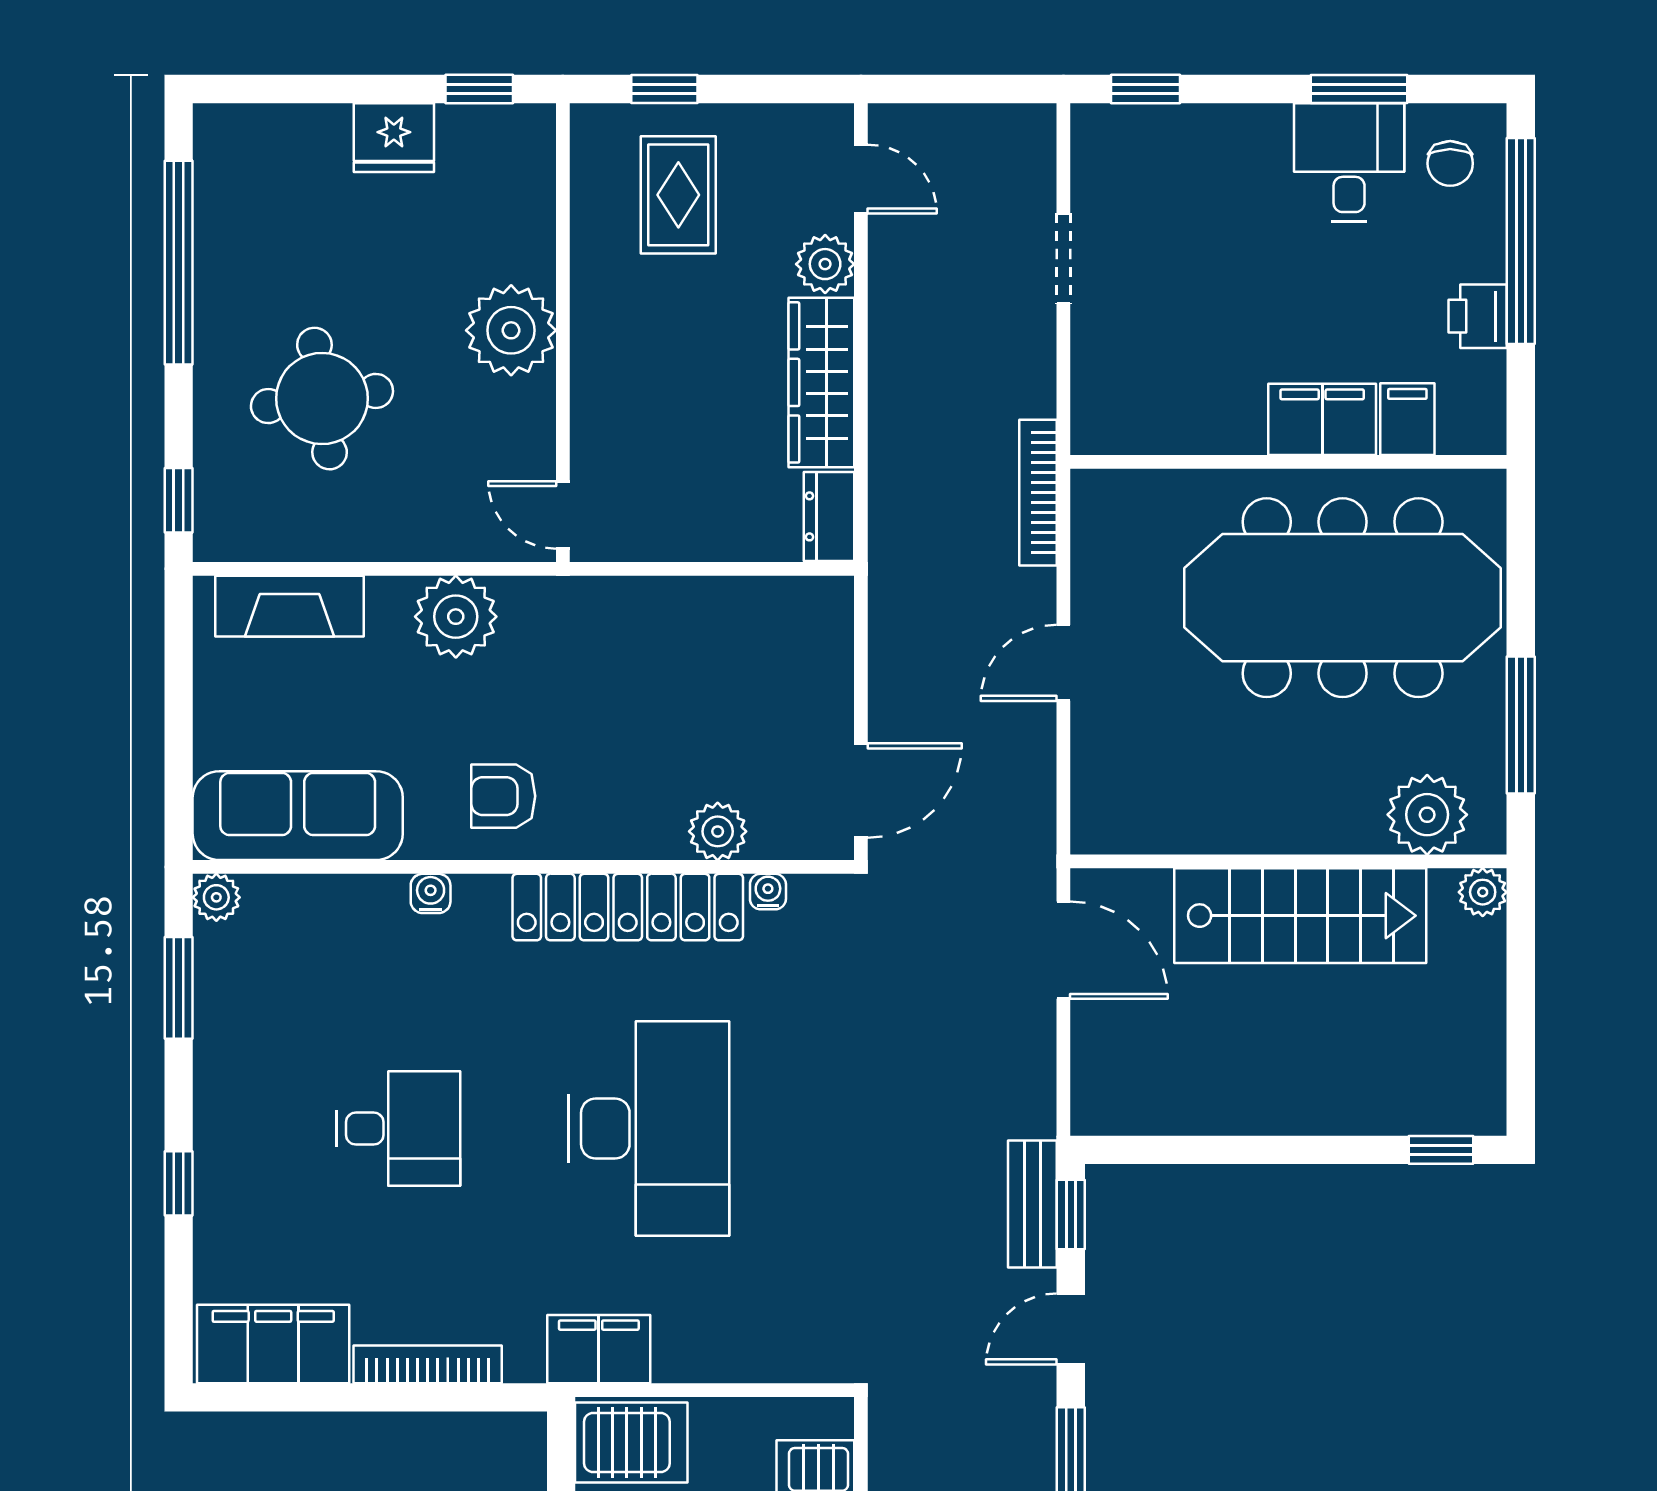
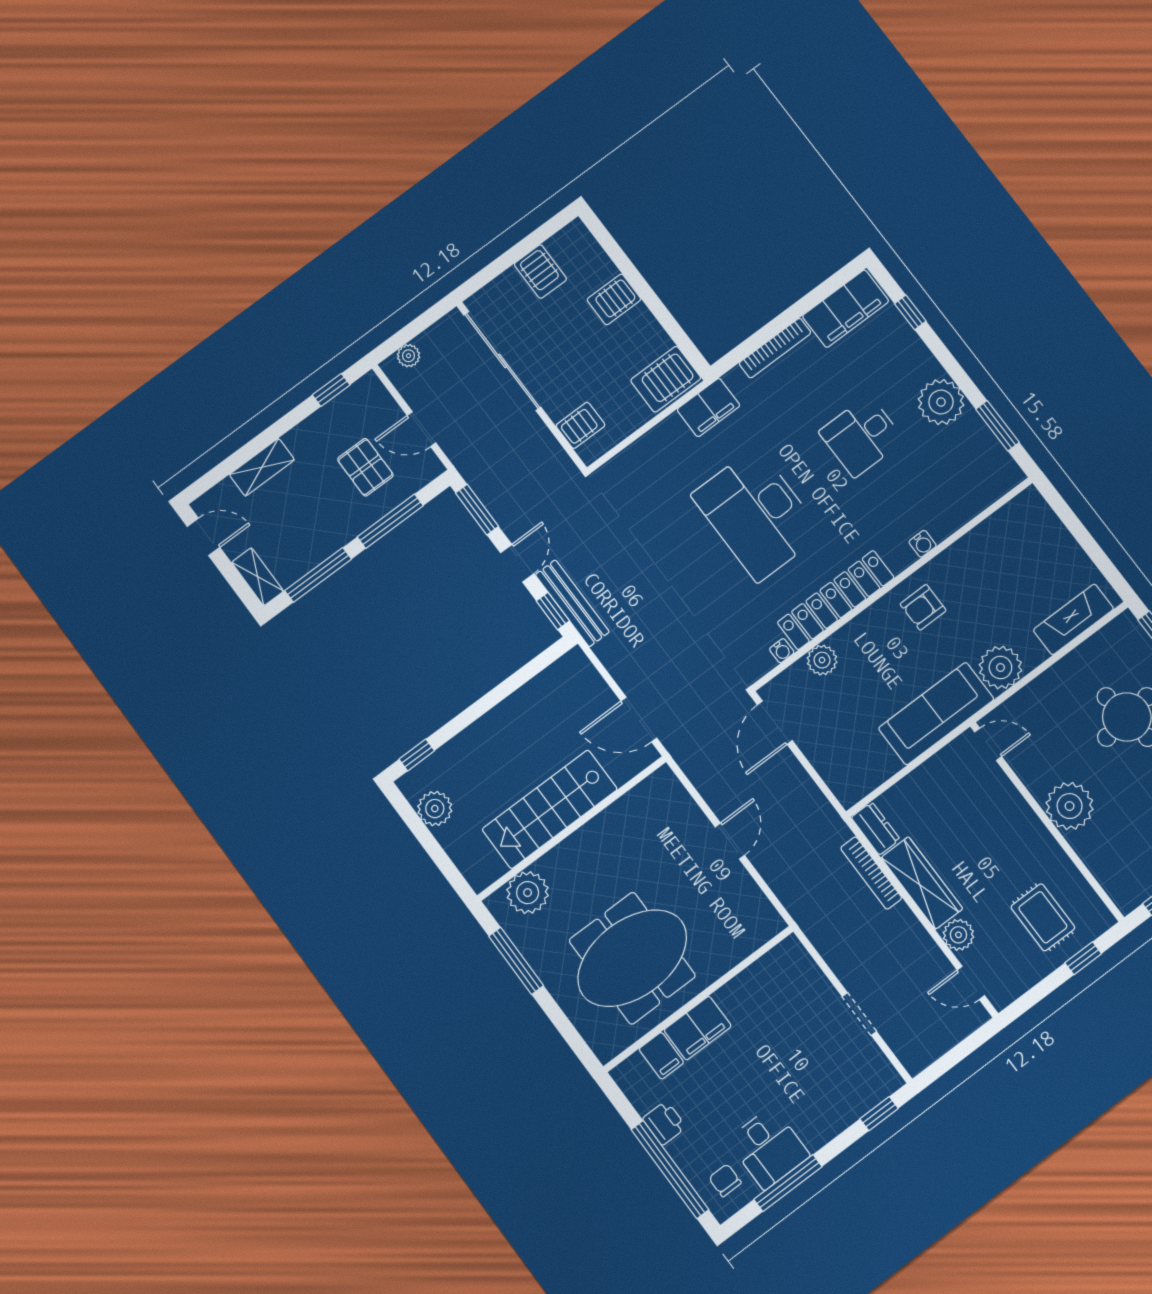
window: (1359, 89) -> (788, 1183), width x1.44
bookcase: (1038, 493) -> (871, 873), moved, turned 180
meeting table: (1343, 598) -> (632, 958), width x0.73
armchair: (503, 796) -> (923, 607), turned 180
sofa: (298, 816) -> (936, 714), moved, turned 180
plant: (1483, 892) -> (435, 809), moved, width x1.38, depth x1.38
plant: (216, 897) -> (941, 402), moved, width x1.87, depth x1.87
window: (179, 1183) -> (910, 312), moved
bench: (1032, 1204) -> (572, 603), width x1.36

